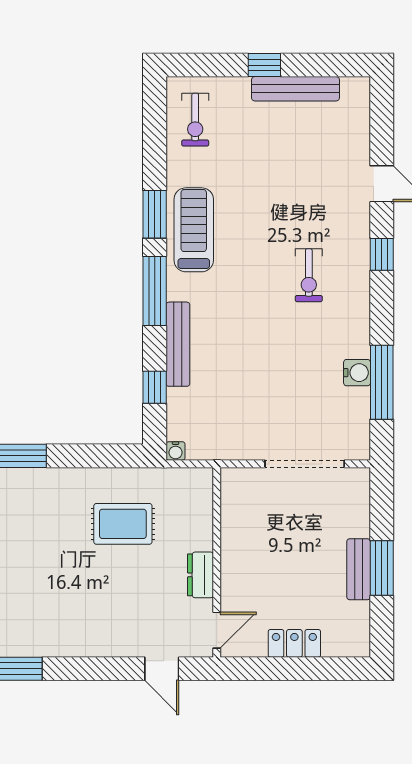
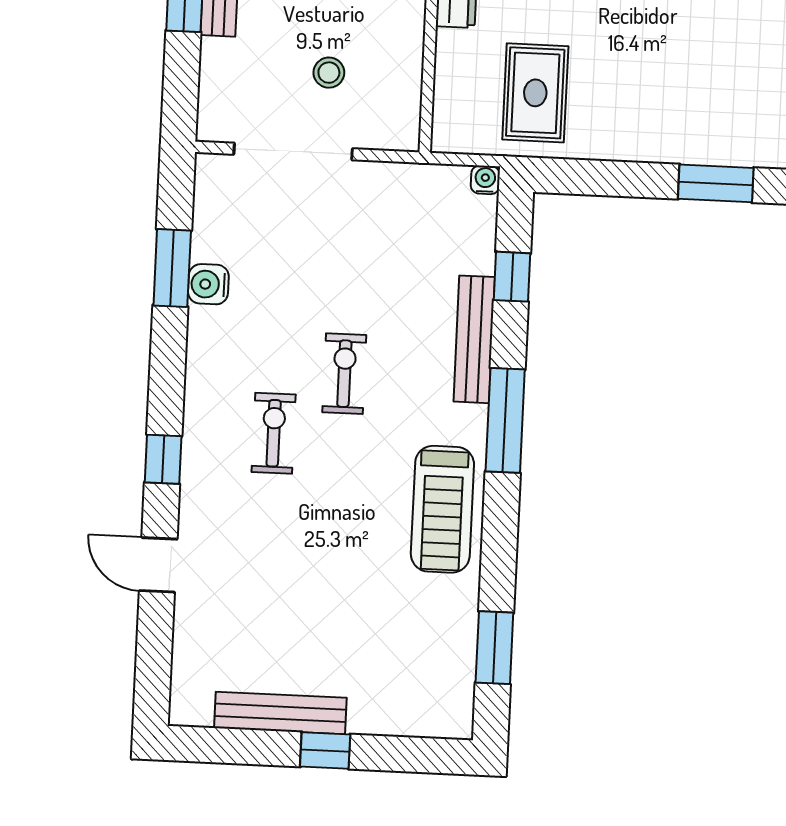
exercise bike: (195, 120) -> (344, 374), moved
window: (155, 214) -> (494, 648), moved
window: (382, 382) -> (172, 268), width x0.69
stool: (283, 518) -> (329, 73), added
rug: (123, 524) -> (535, 93), moved, turned 90

